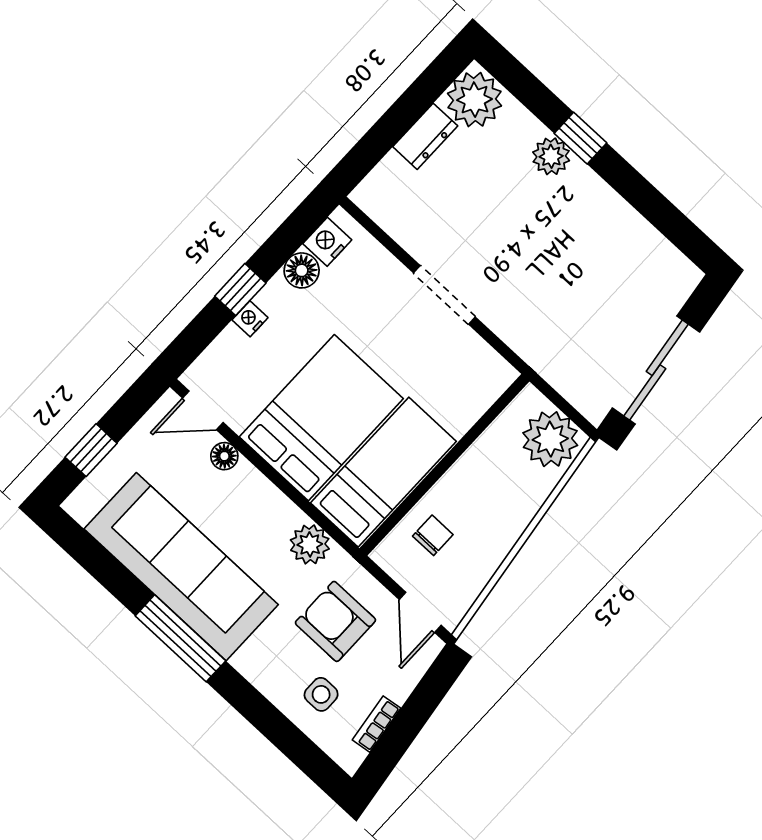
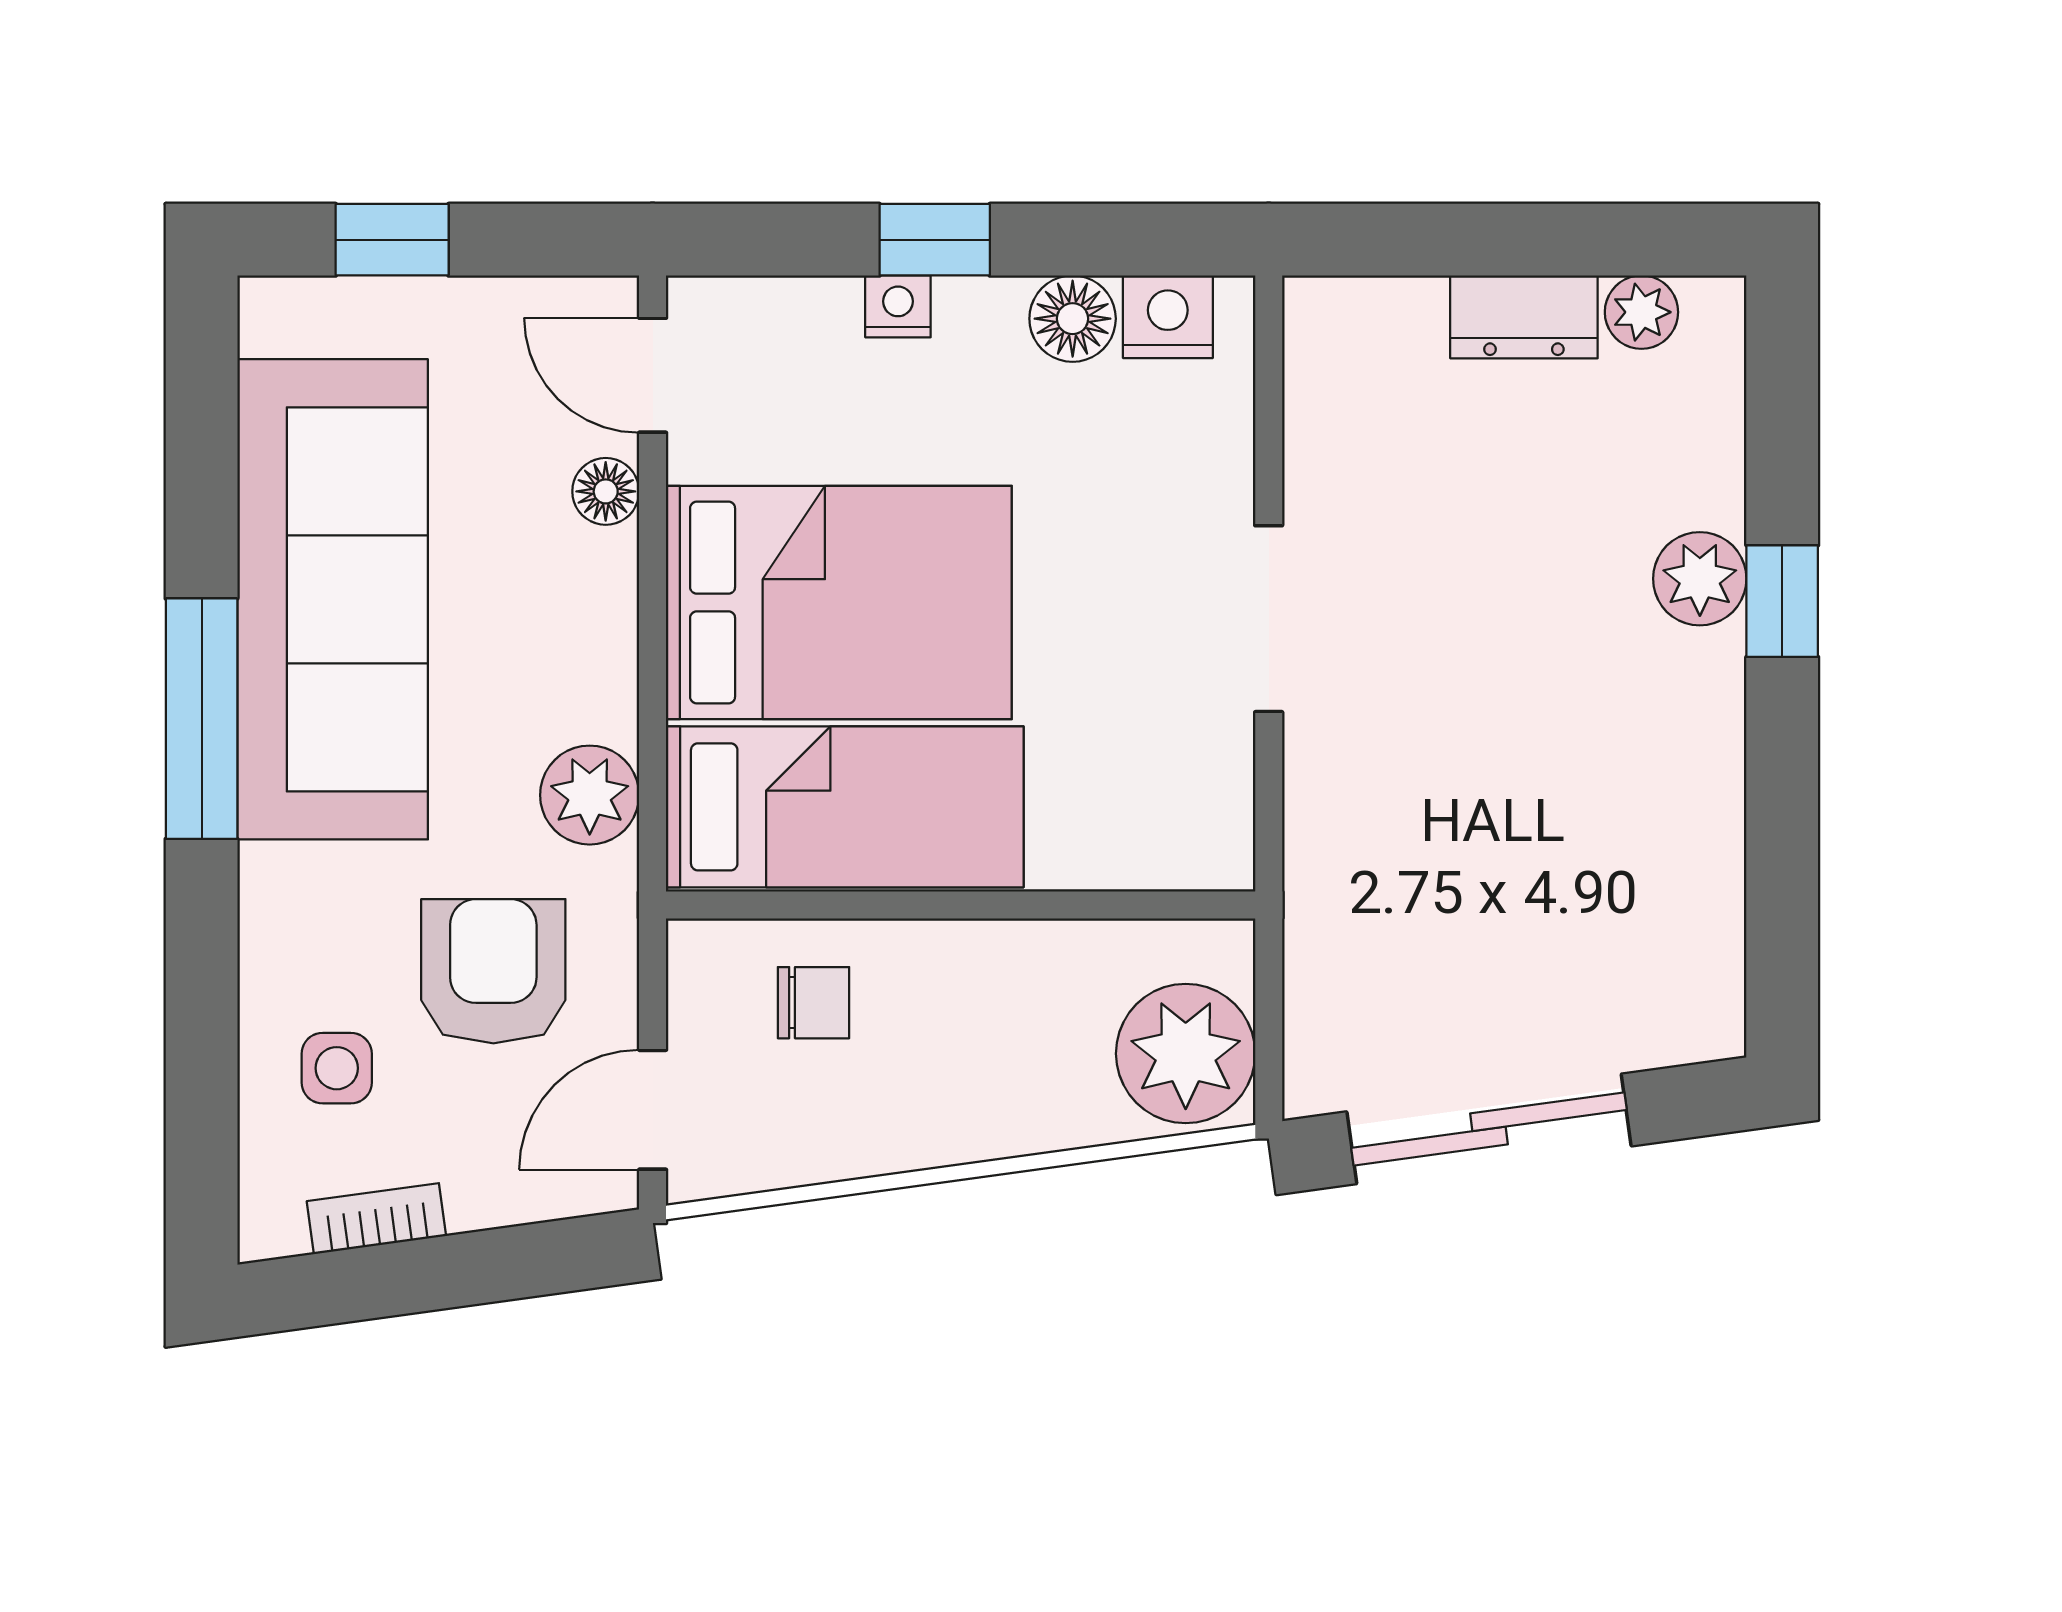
plant: (475, 100) -> (1641, 312), width x0.53, depth x0.53

